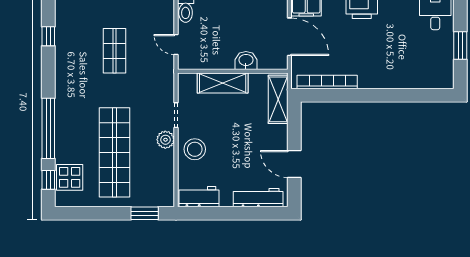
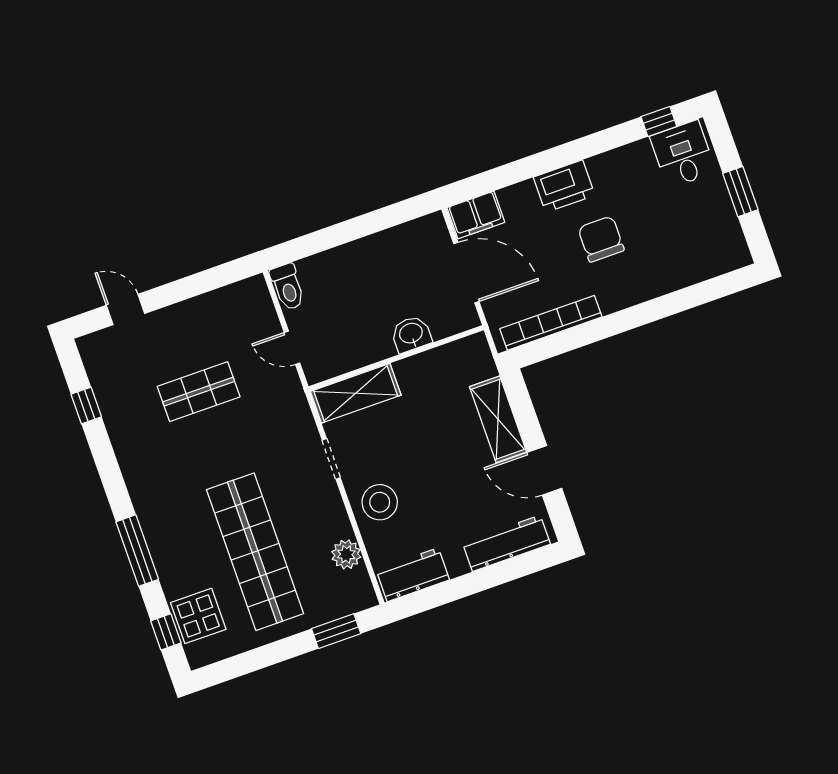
chair: (372, 45) -> (601, 239), added
shop shelf: (115, 51) -> (199, 392), turned 90
shelving: (223, 83) -> (356, 393), moved
shelving: (278, 99) -> (498, 419), moved
window: (48, 128) -> (137, 551), width x0.68
plant: (165, 140) -> (346, 554), moved

